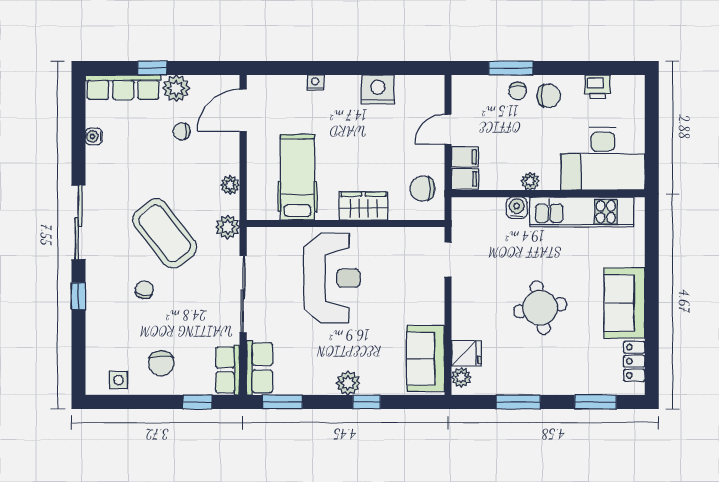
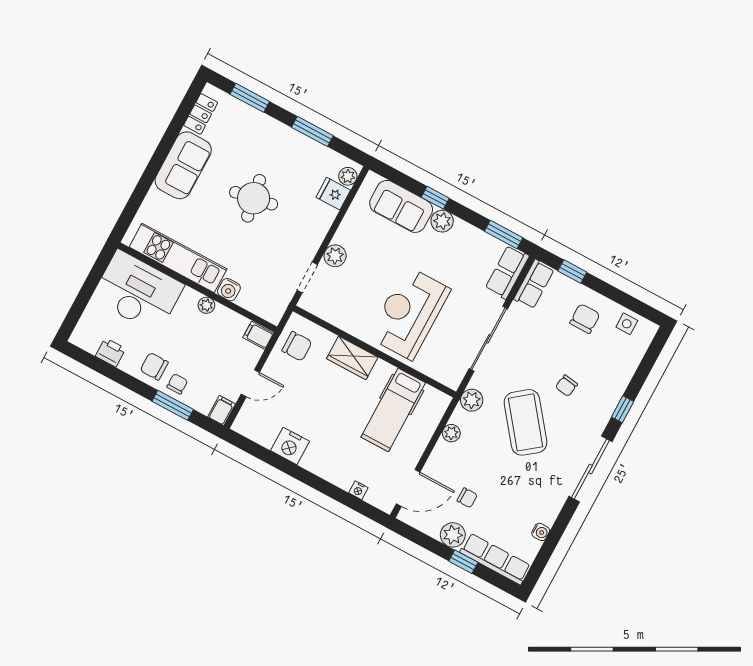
nightstand: (315, 83) -> (358, 490), moved
filing cabinet: (465, 157) -> (222, 410), moved, turned 90
plant: (433, 295) -> (335, 256), added
sofa: (425, 359) -> (401, 206), moved, turned 90

